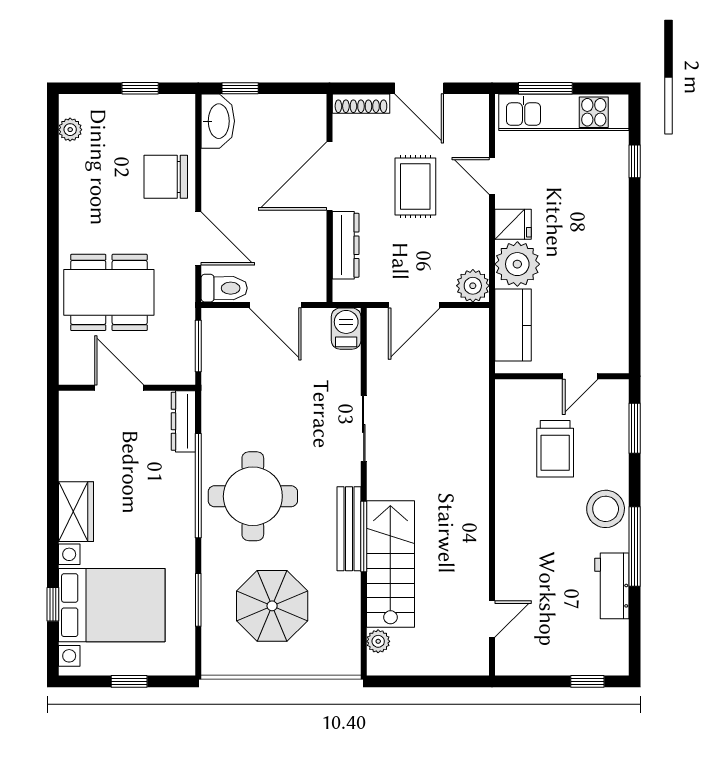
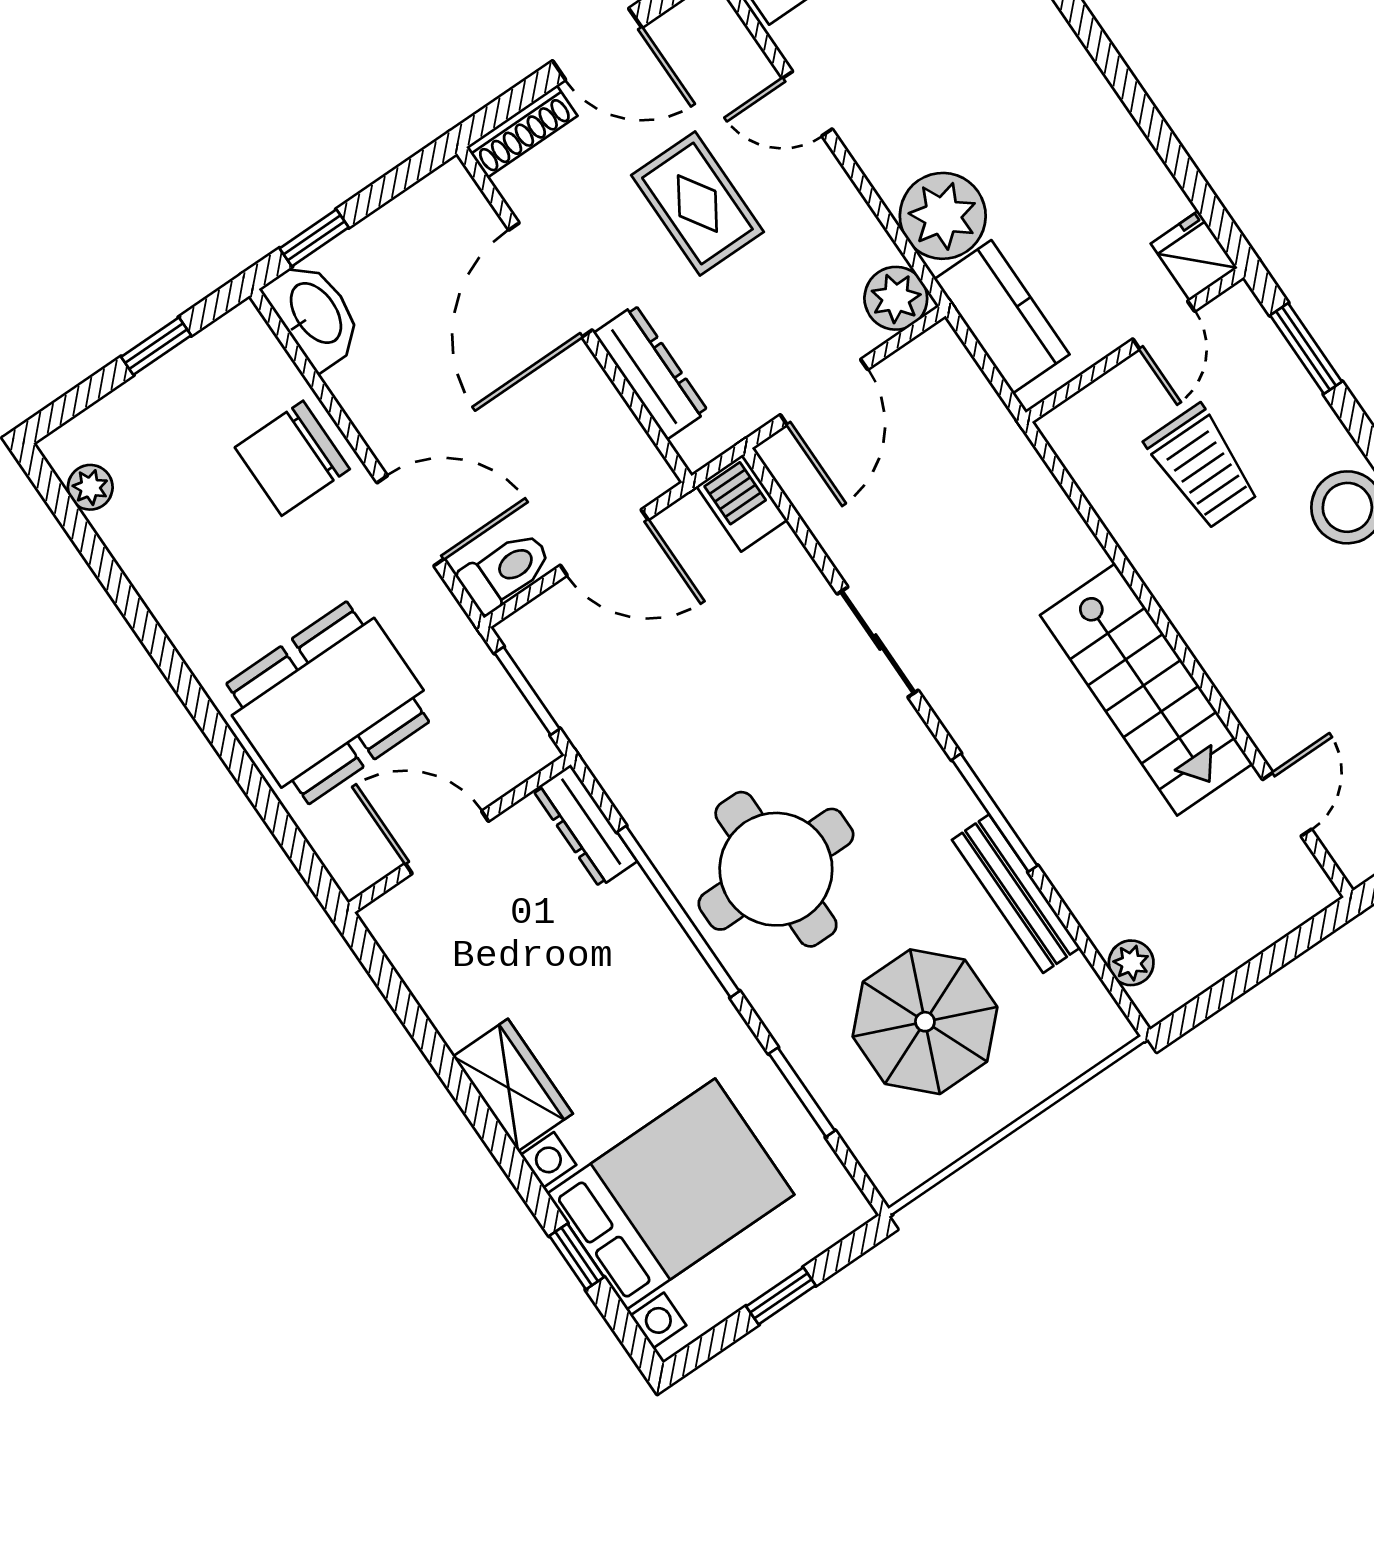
fridge: (513, 224) -> (1194, 256), moved, turned -90
bench: (349, 529) -> (1016, 894), moved
stairs: (390, 564) -> (1146, 689), moved, turned 180

